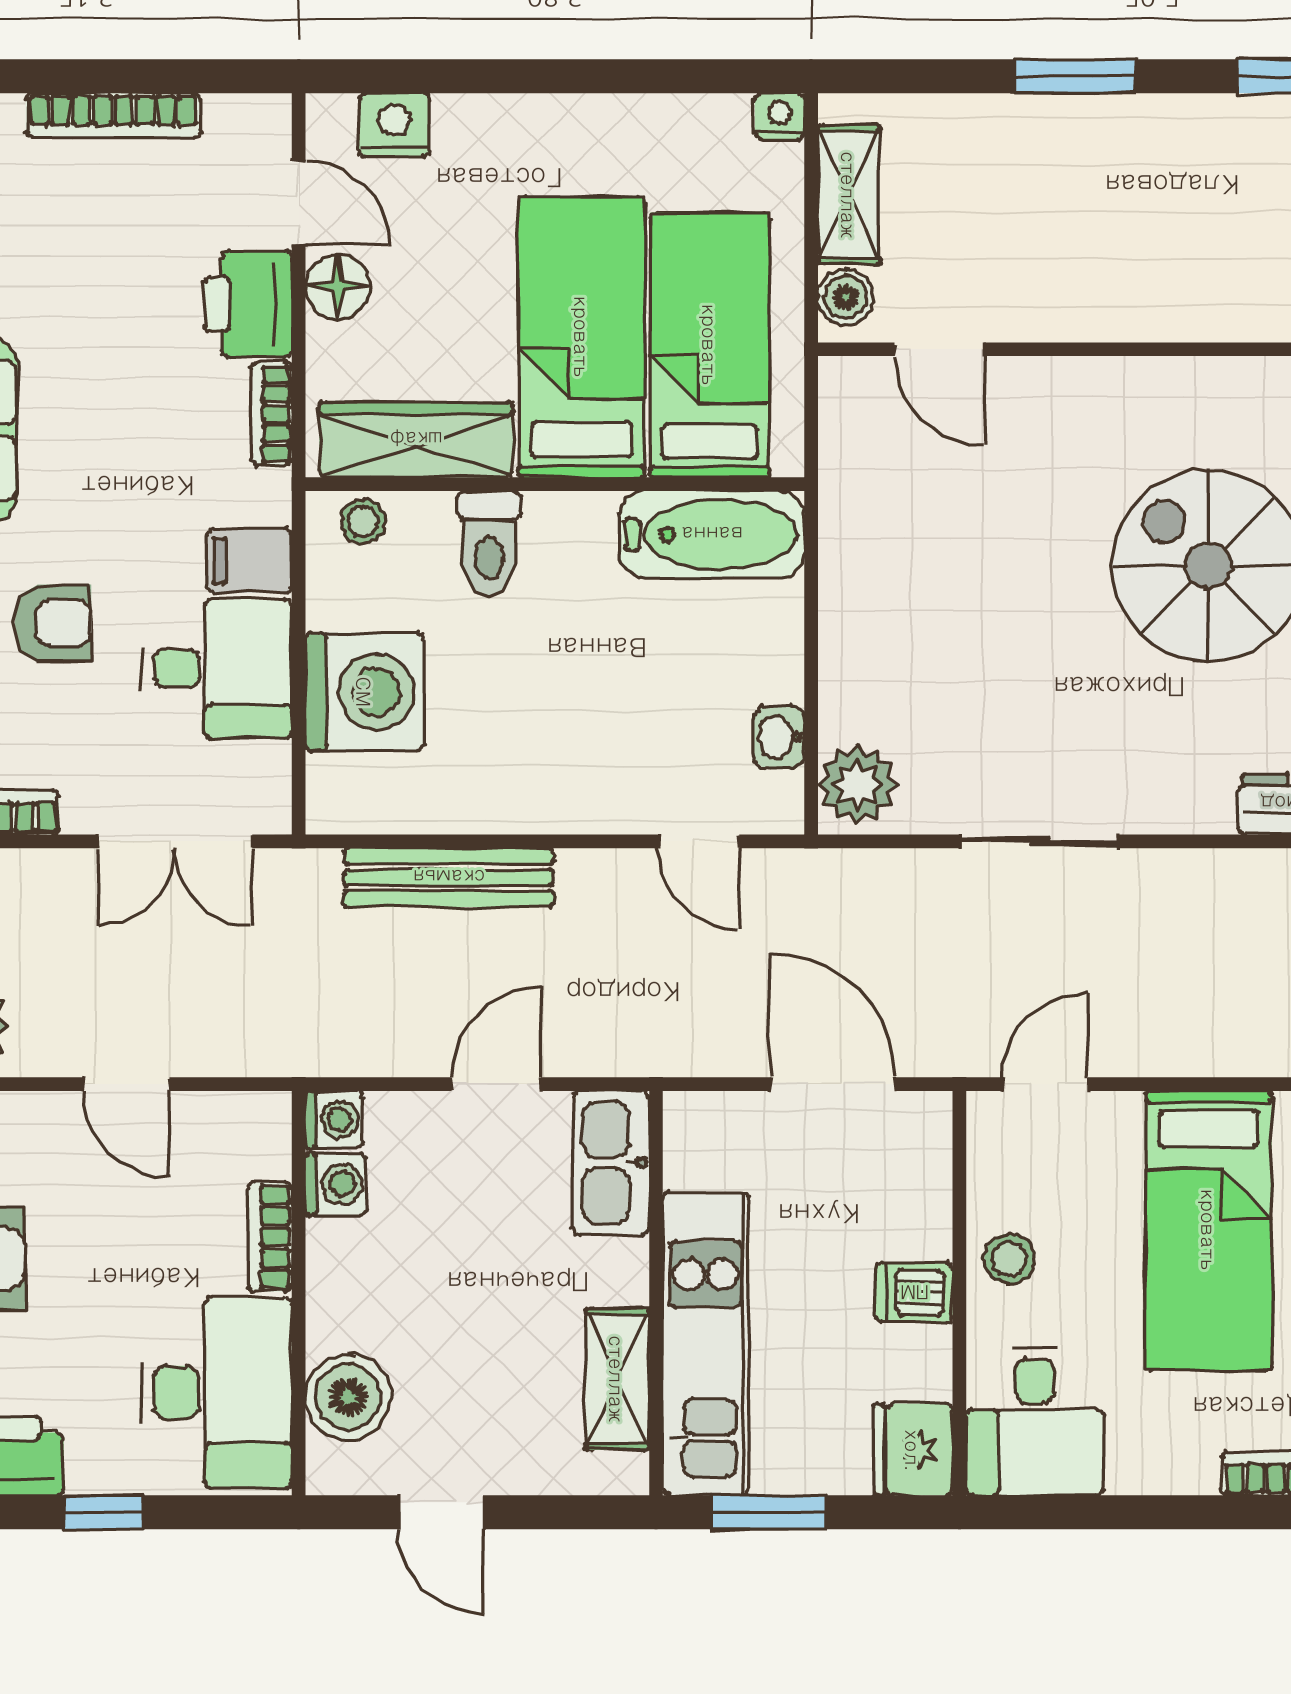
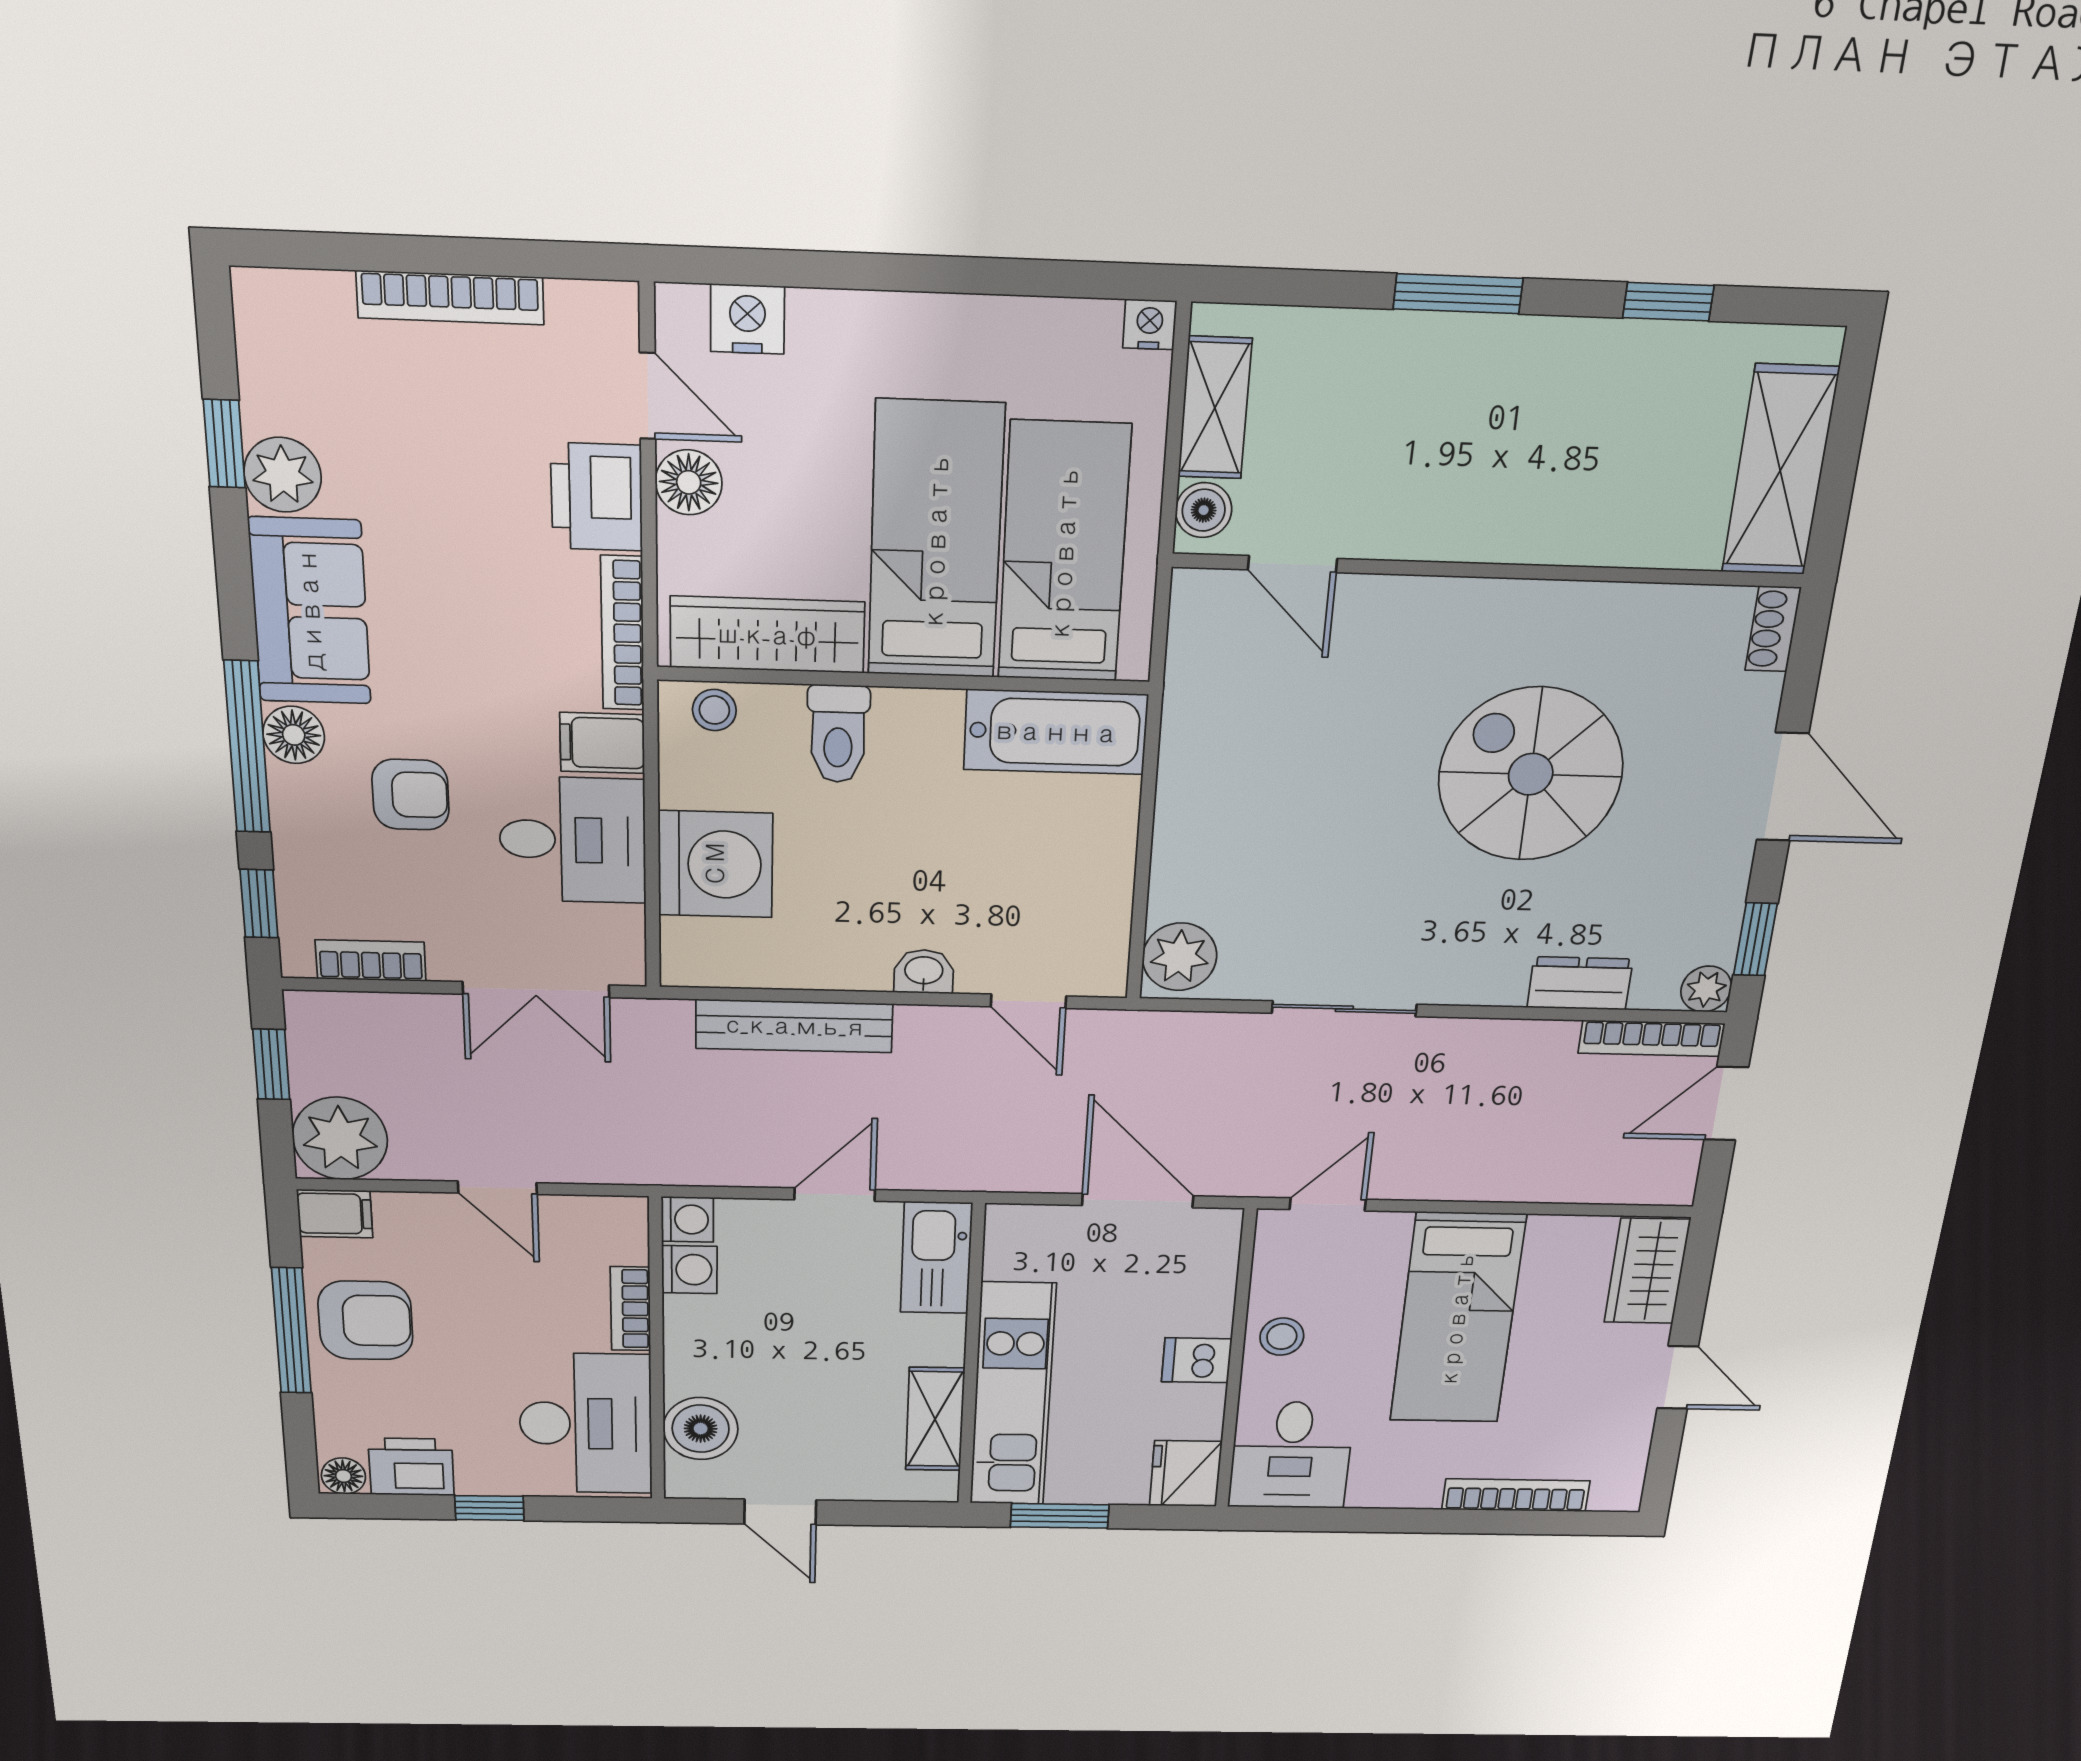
bookcase: (271, 414) -> (622, 633), width x1.56
washbasin: (779, 737) -> (924, 972), moved, turned 90

